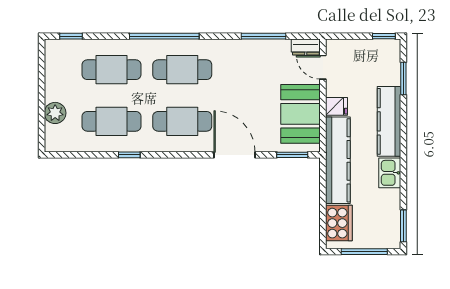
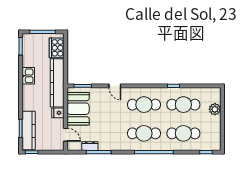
dresser: (306, 47) -> (90, 146), moved
kitchen counter: (389, 121) -> (29, 131), moved
door: (234, 155) -> (115, 86), width x0.53

